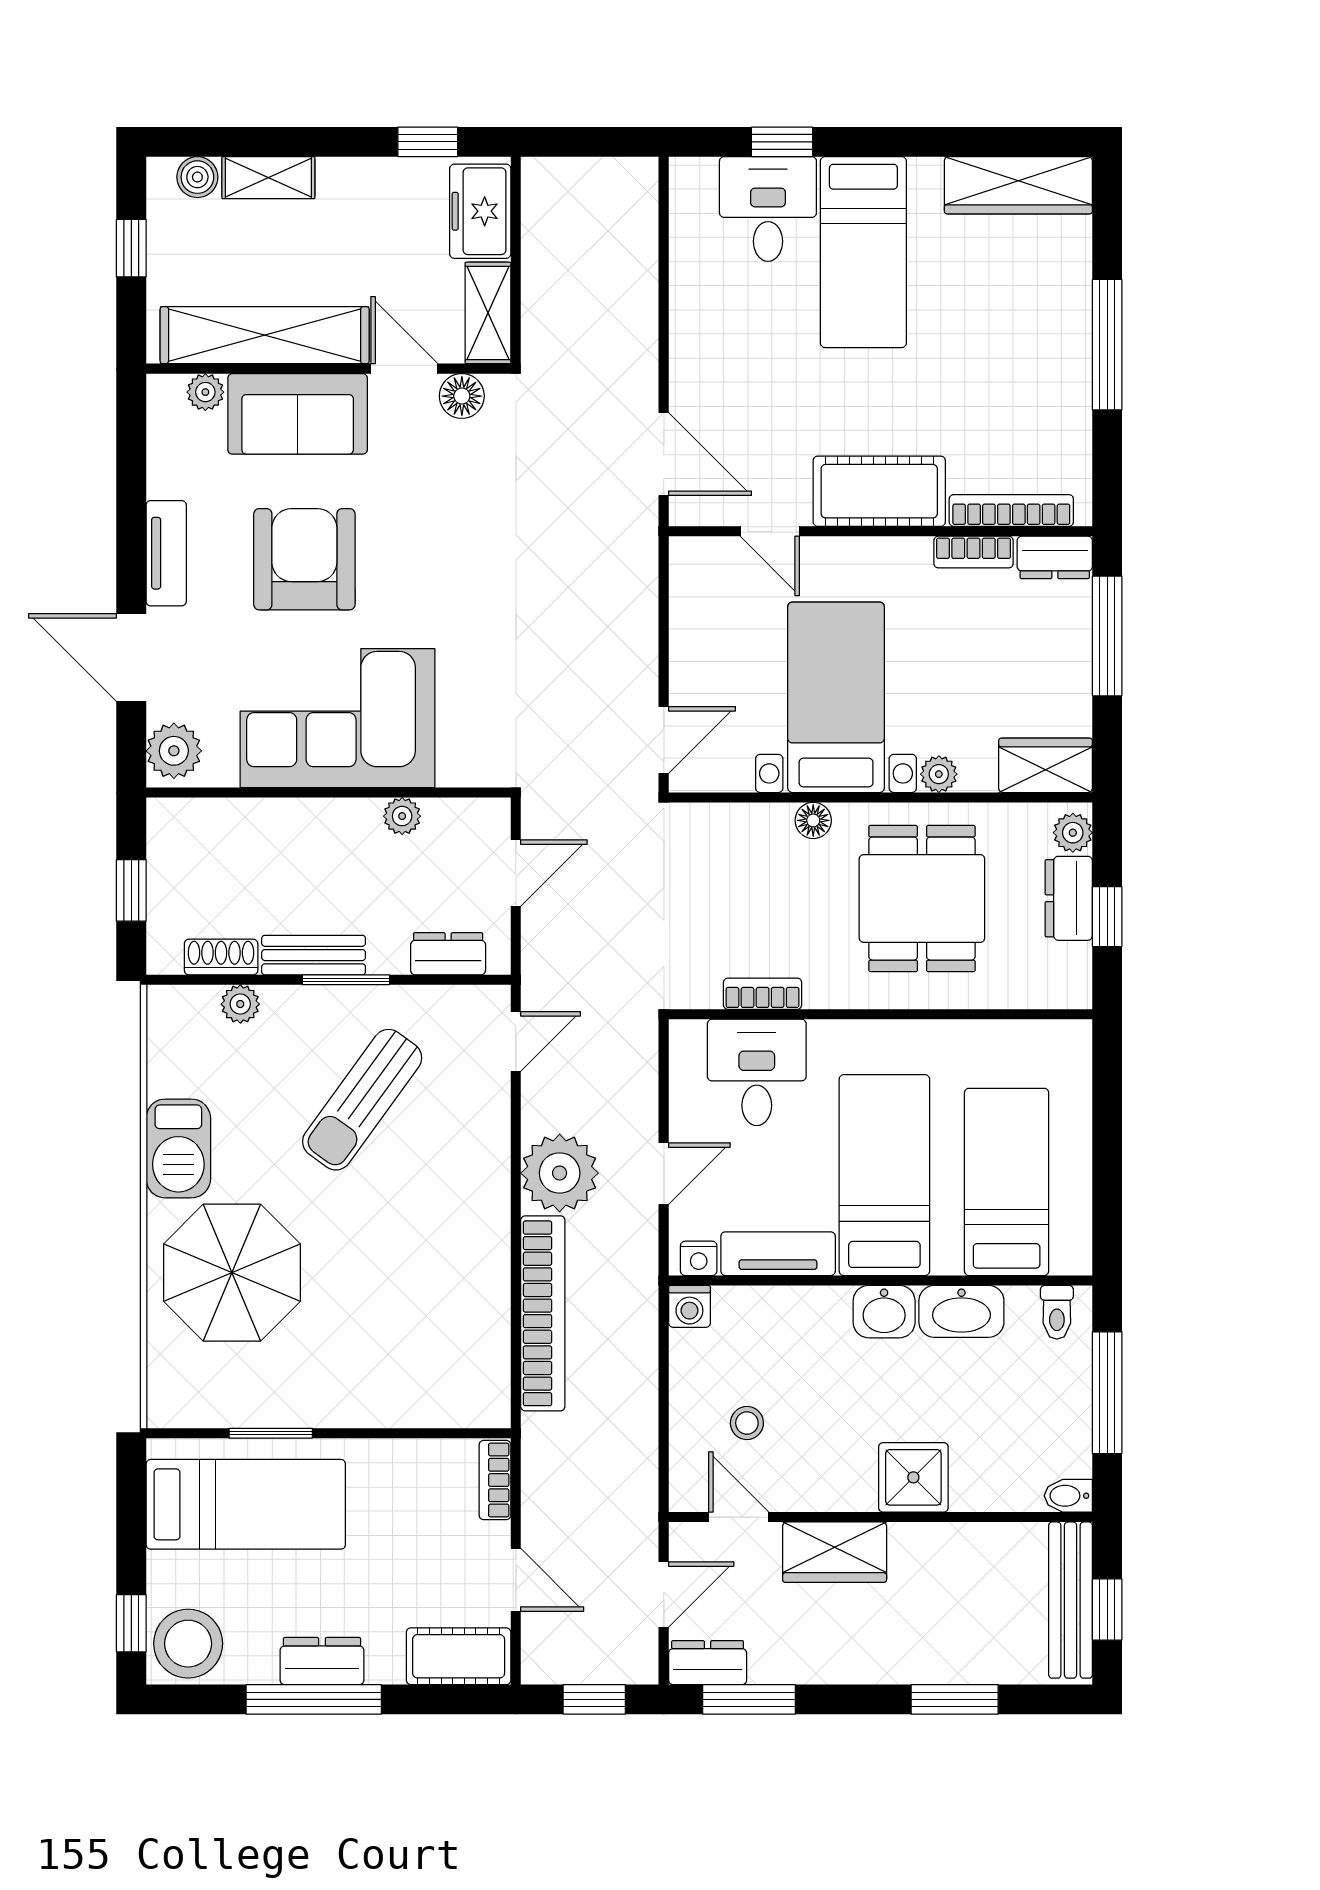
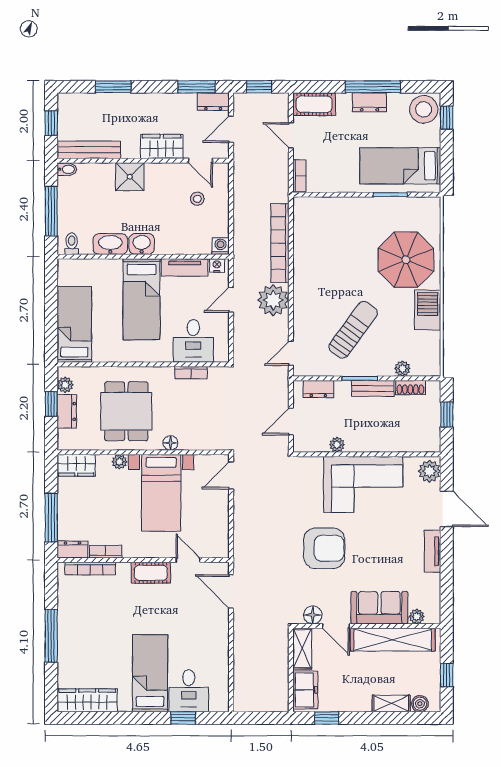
cot: (879, 491) -> (151, 573), width x0.73, depth x0.75
armchair: (304, 559) -> (324, 548), moved, turned -90
plant: (1073, 833) -> (65, 385), moved
bed: (1007, 1182) -> (74, 324), moved, turned 180
bench: (1071, 1600) -> (89, 150), moved, turned 90

